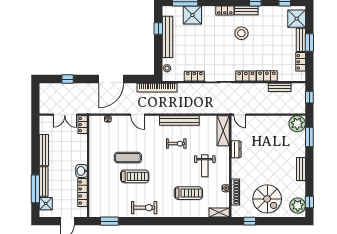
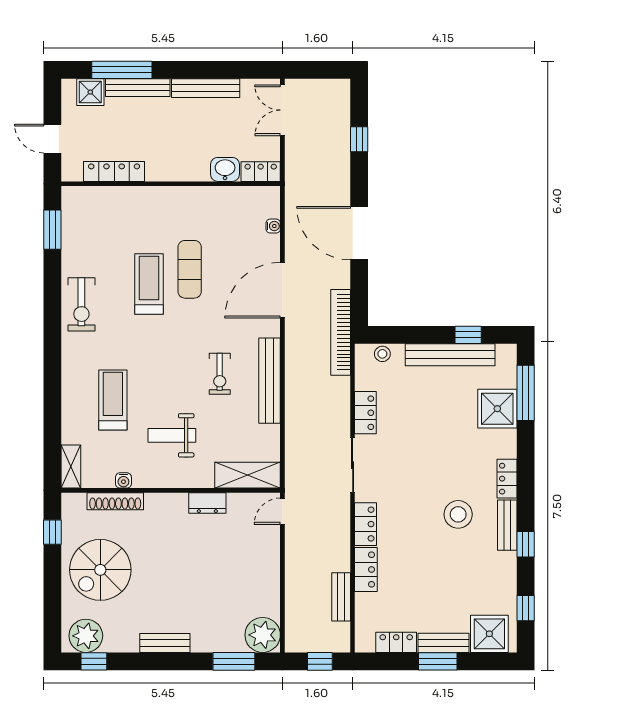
double door: (65, 115) -> (282, 110), moved
door: (138, 115) -> (282, 290), width x1.87
washbasin: (82, 171) -> (225, 169), moved
treadmill: (135, 176) -> (149, 284), turned 180
treadmill: (188, 193) -> (113, 400), turned 180

